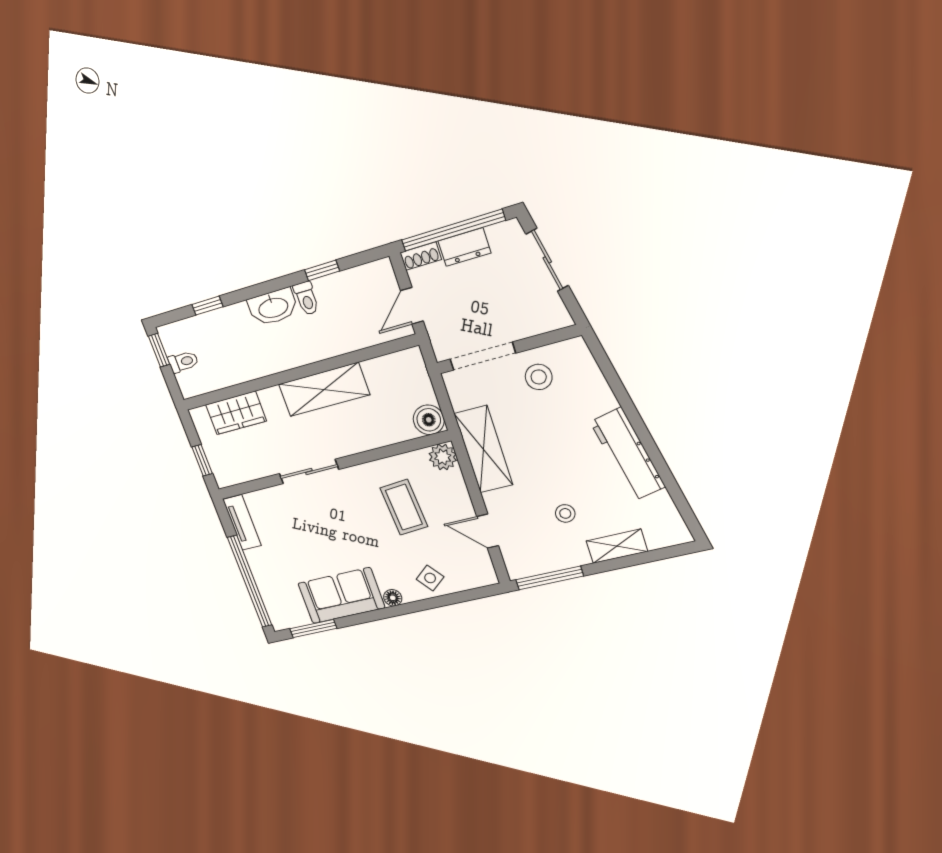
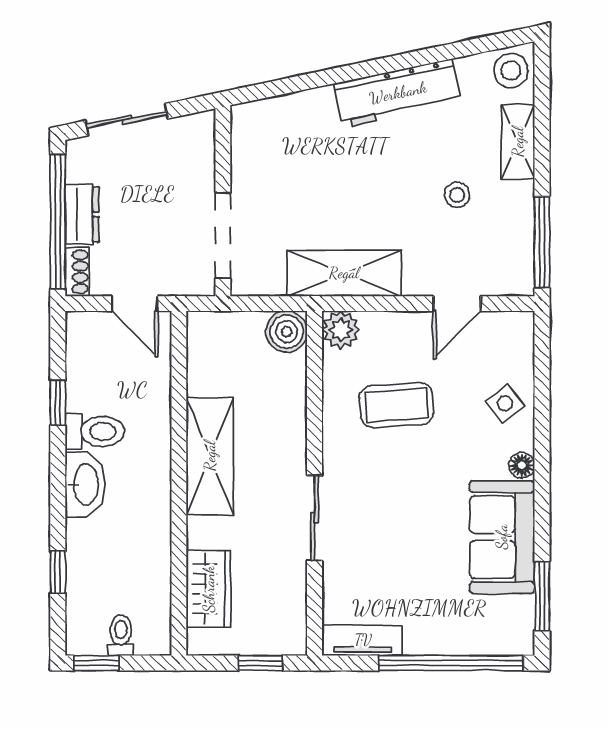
toilet: (306, 298) -> (95, 431), width x1.37, depth x1.39
stool: (539, 377) -> (511, 71), moved

